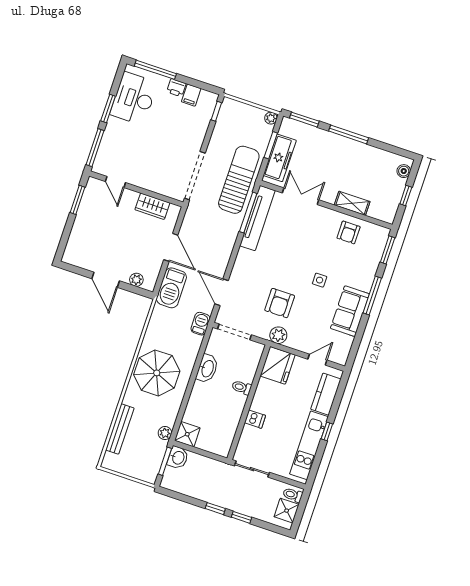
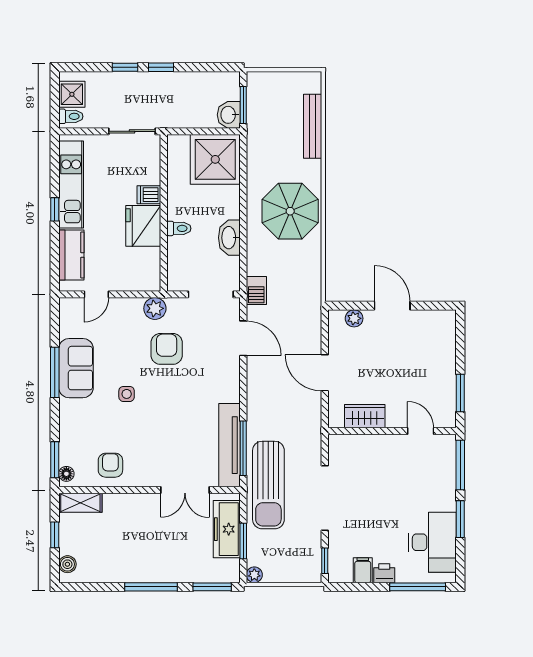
doorway: (195, 176) -> (325, 498), moved
shelving: (352, 203) -> (80, 503), moved
floor lamp: (383, 237) -> (66, 474), added
barbecue: (171, 288) -> (307, 323), removed
window: (372, 296) -> (55, 372), moved
fridge: (278, 365) -> (143, 226), moved
plant: (165, 433) -> (255, 140), removed
shower: (187, 434) -> (215, 159), width x1.86, depth x1.86

